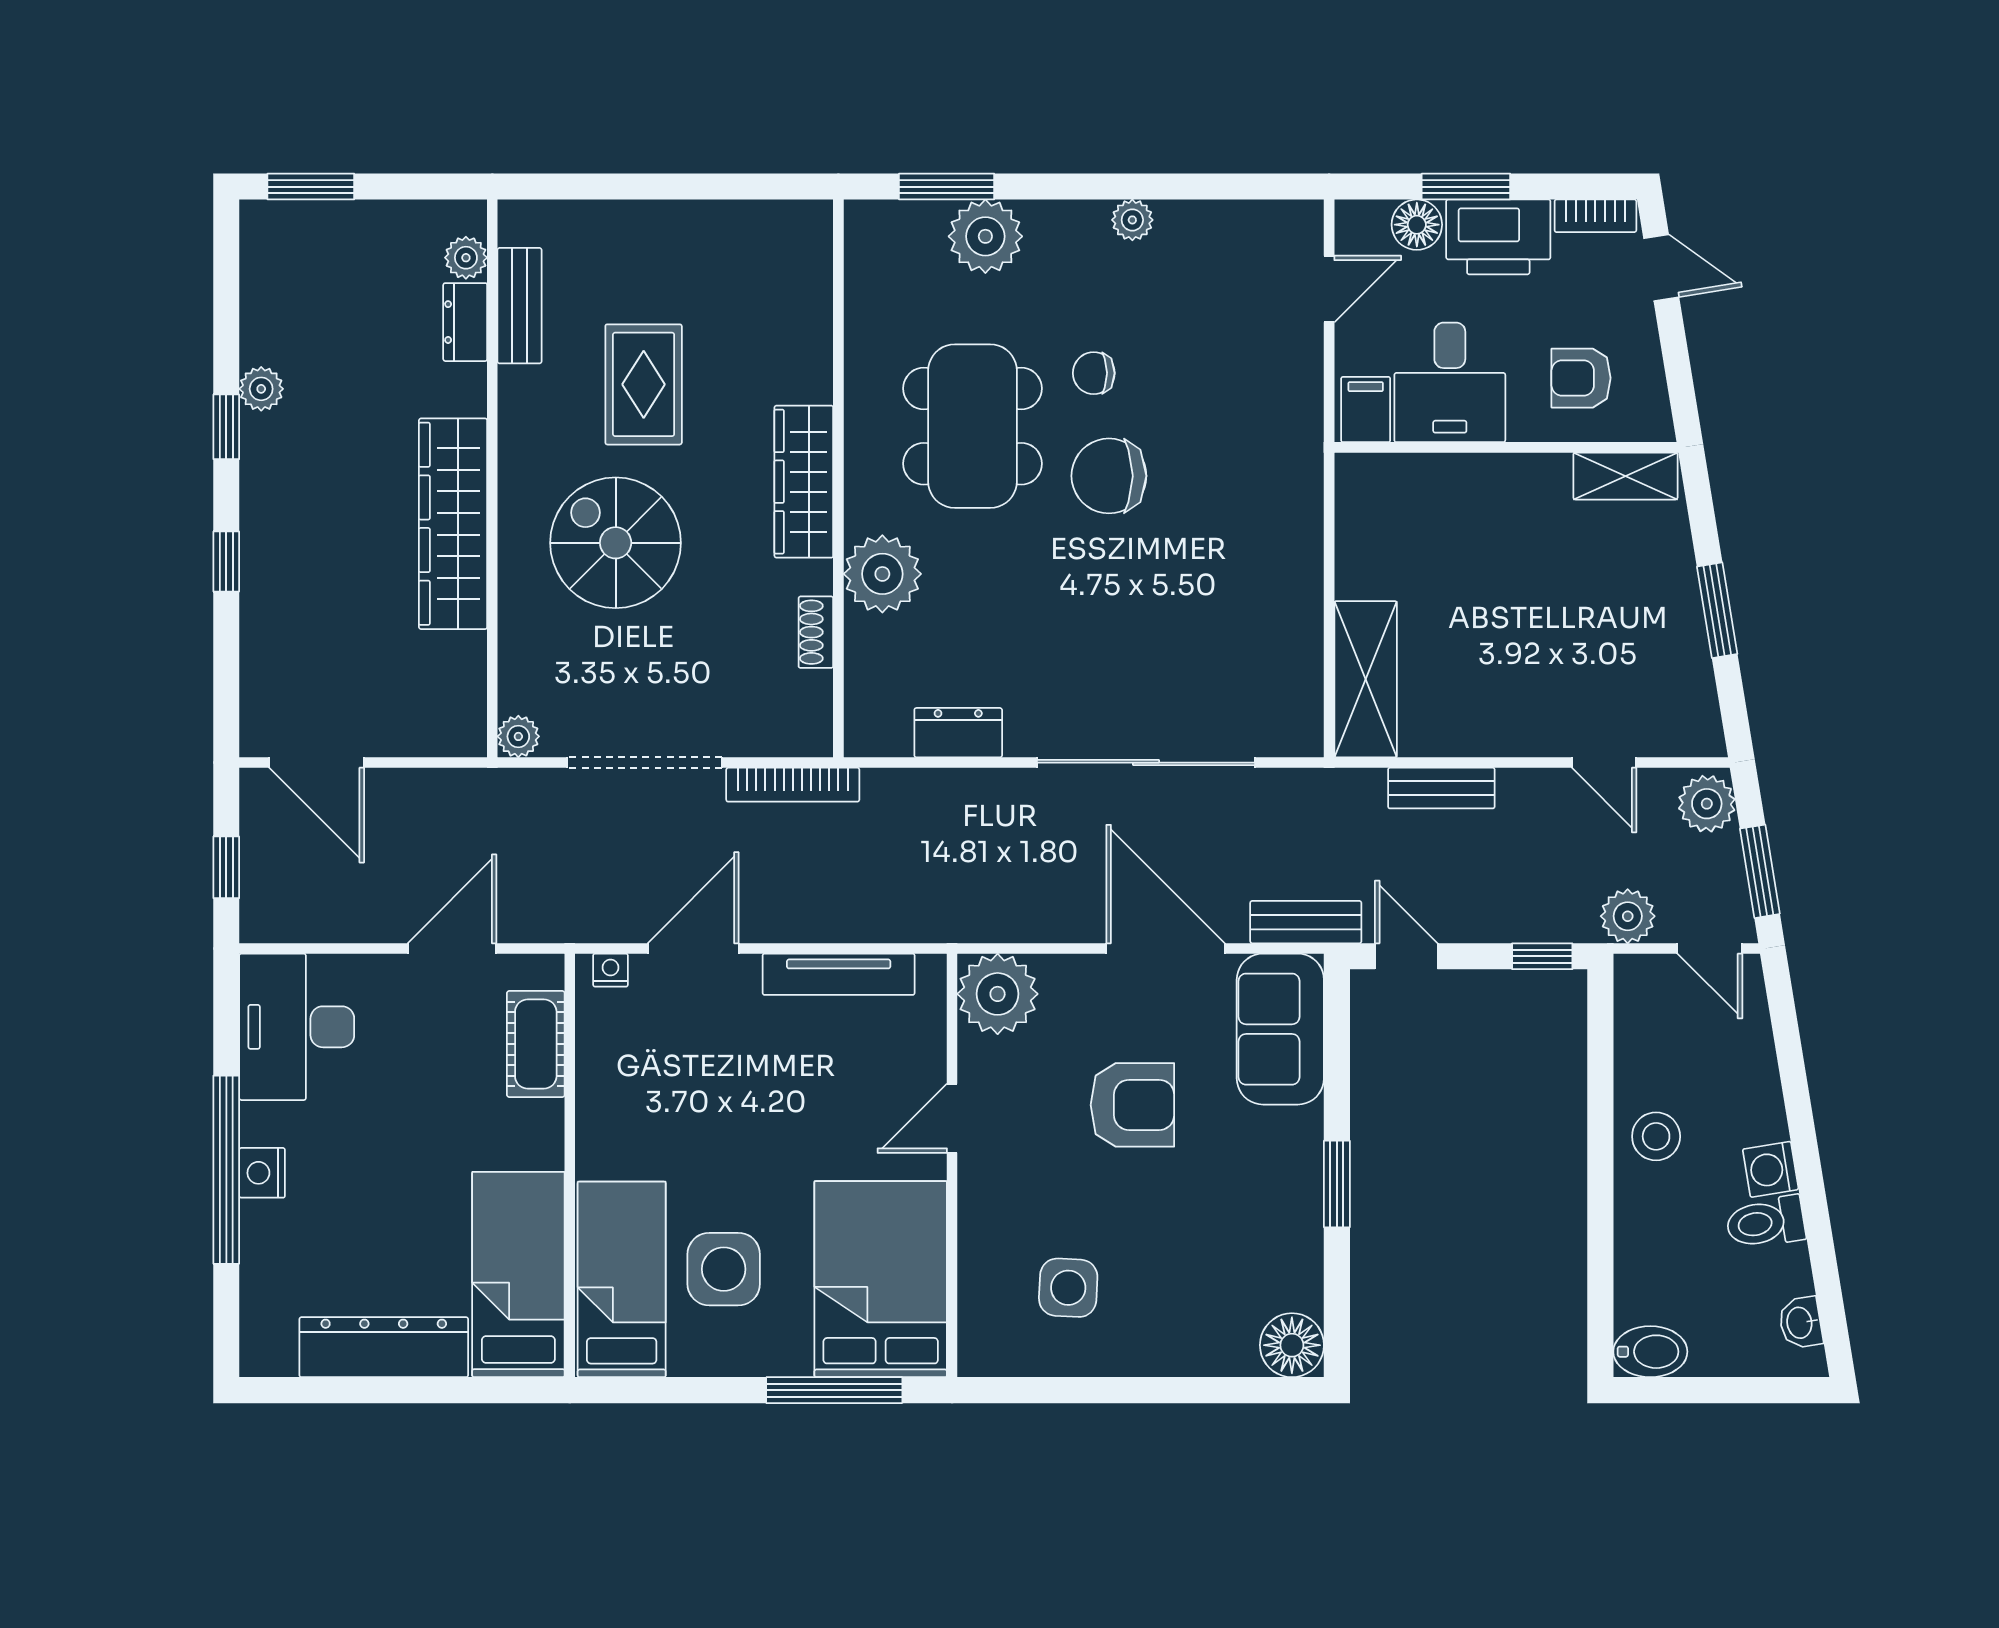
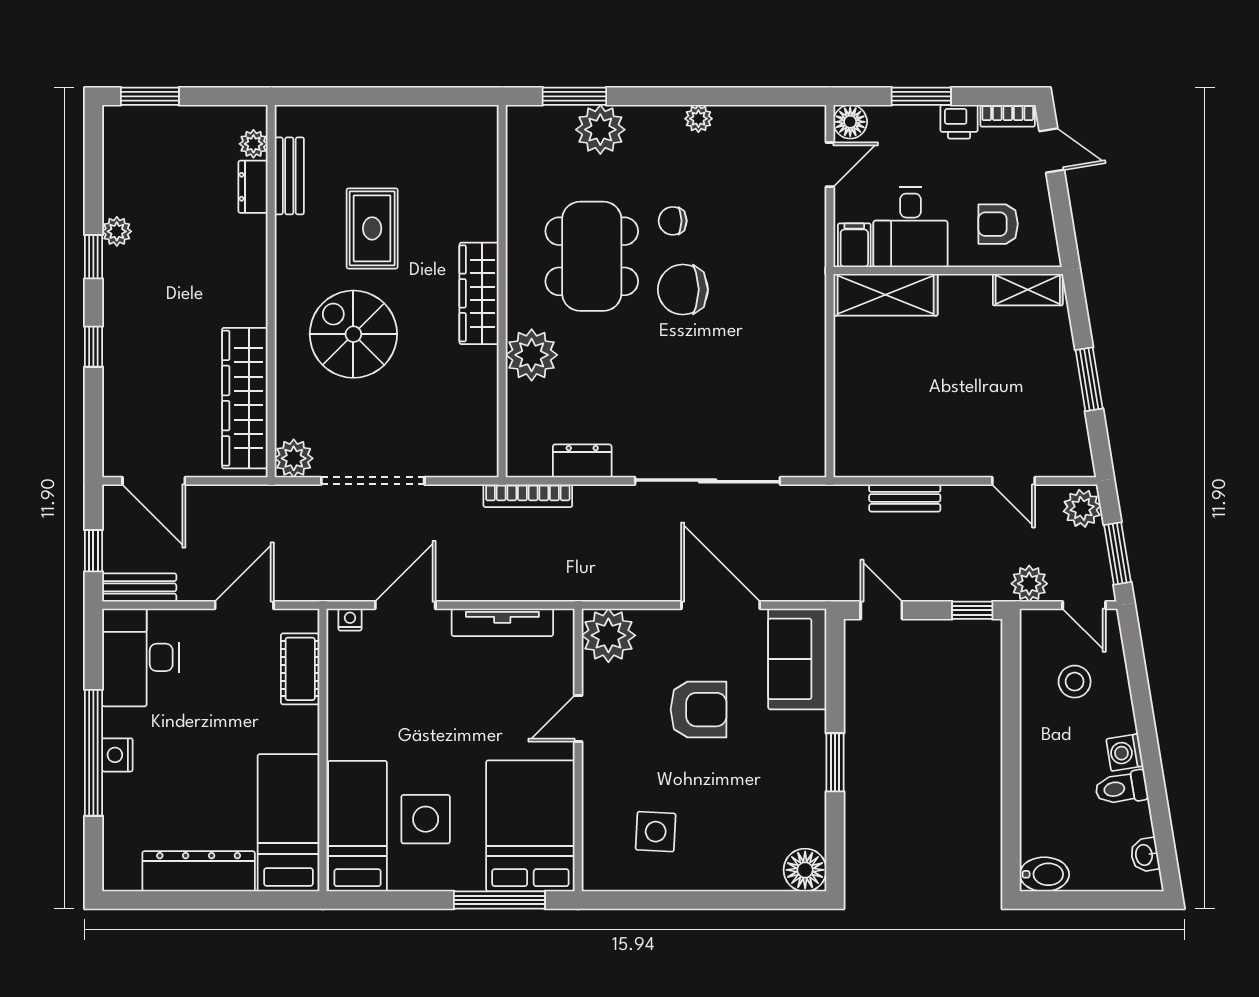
floor lamp: (1417, 225) -> (850, 122), moved
printer: (1498, 237) -> (959, 122), width x0.53, depth x0.68
wardrobe: (453, 524) -> (245, 398), moved
shoe rack: (816, 632) -> (487, 394), removed
shelving: (1366, 679) -> (886, 295), moved, turned 90
plant: (518, 736) -> (294, 458), width x1.38, depth x1.38
bookcase: (793, 785) -> (528, 496), moved
bench: (1306, 922) -> (139, 587), moved
stool: (1656, 1136) -> (1075, 682), moved

